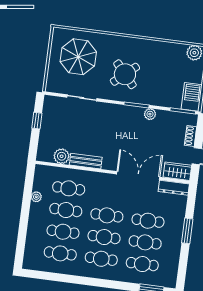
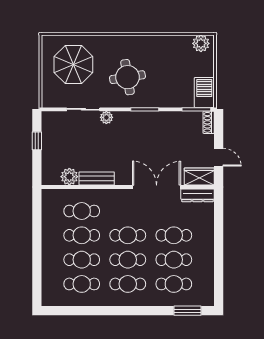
round table: (125, 74) -> (127, 77), turned 32
plant: (150, 114) -> (106, 117), moved
shoe rack: (191, 136) -> (209, 122), moved
plant: (36, 197) -> (47, 225), removed
window: (187, 231) -> (219, 241), removed

